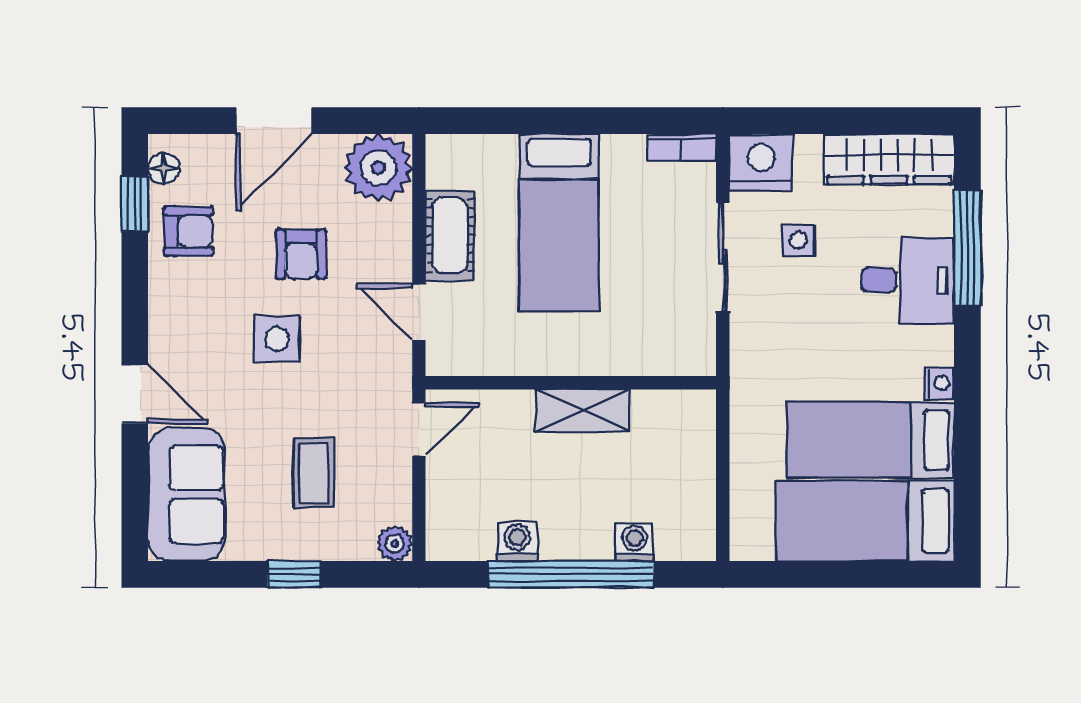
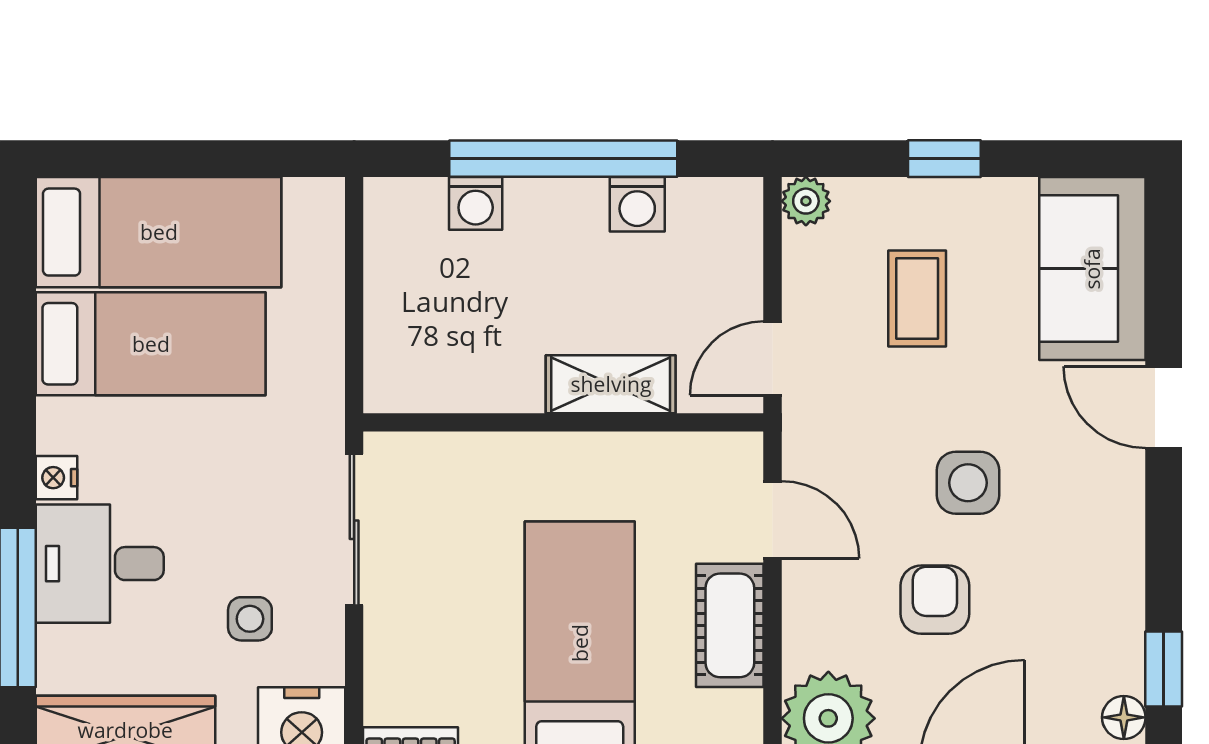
armchair: (188, 231) -> (1090, 631), removed
sliding door: (723, 257) -> (354, 530), moved
nightstand: (939, 383) -> (56, 478), moved
shelving: (582, 411) -> (611, 384), moved

